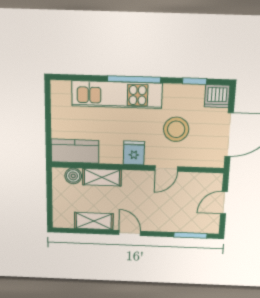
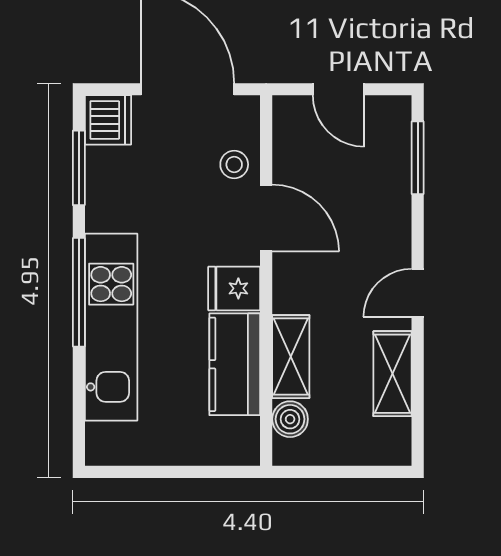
window: (195, 81) -> (79, 168), width x1.50
stool: (176, 129) -> (234, 164), moved, width x0.53, depth x0.53
kitchen counter: (75, 151) -> (235, 364), moved
door: (166, 169) -> (266, 218), width x1.37

